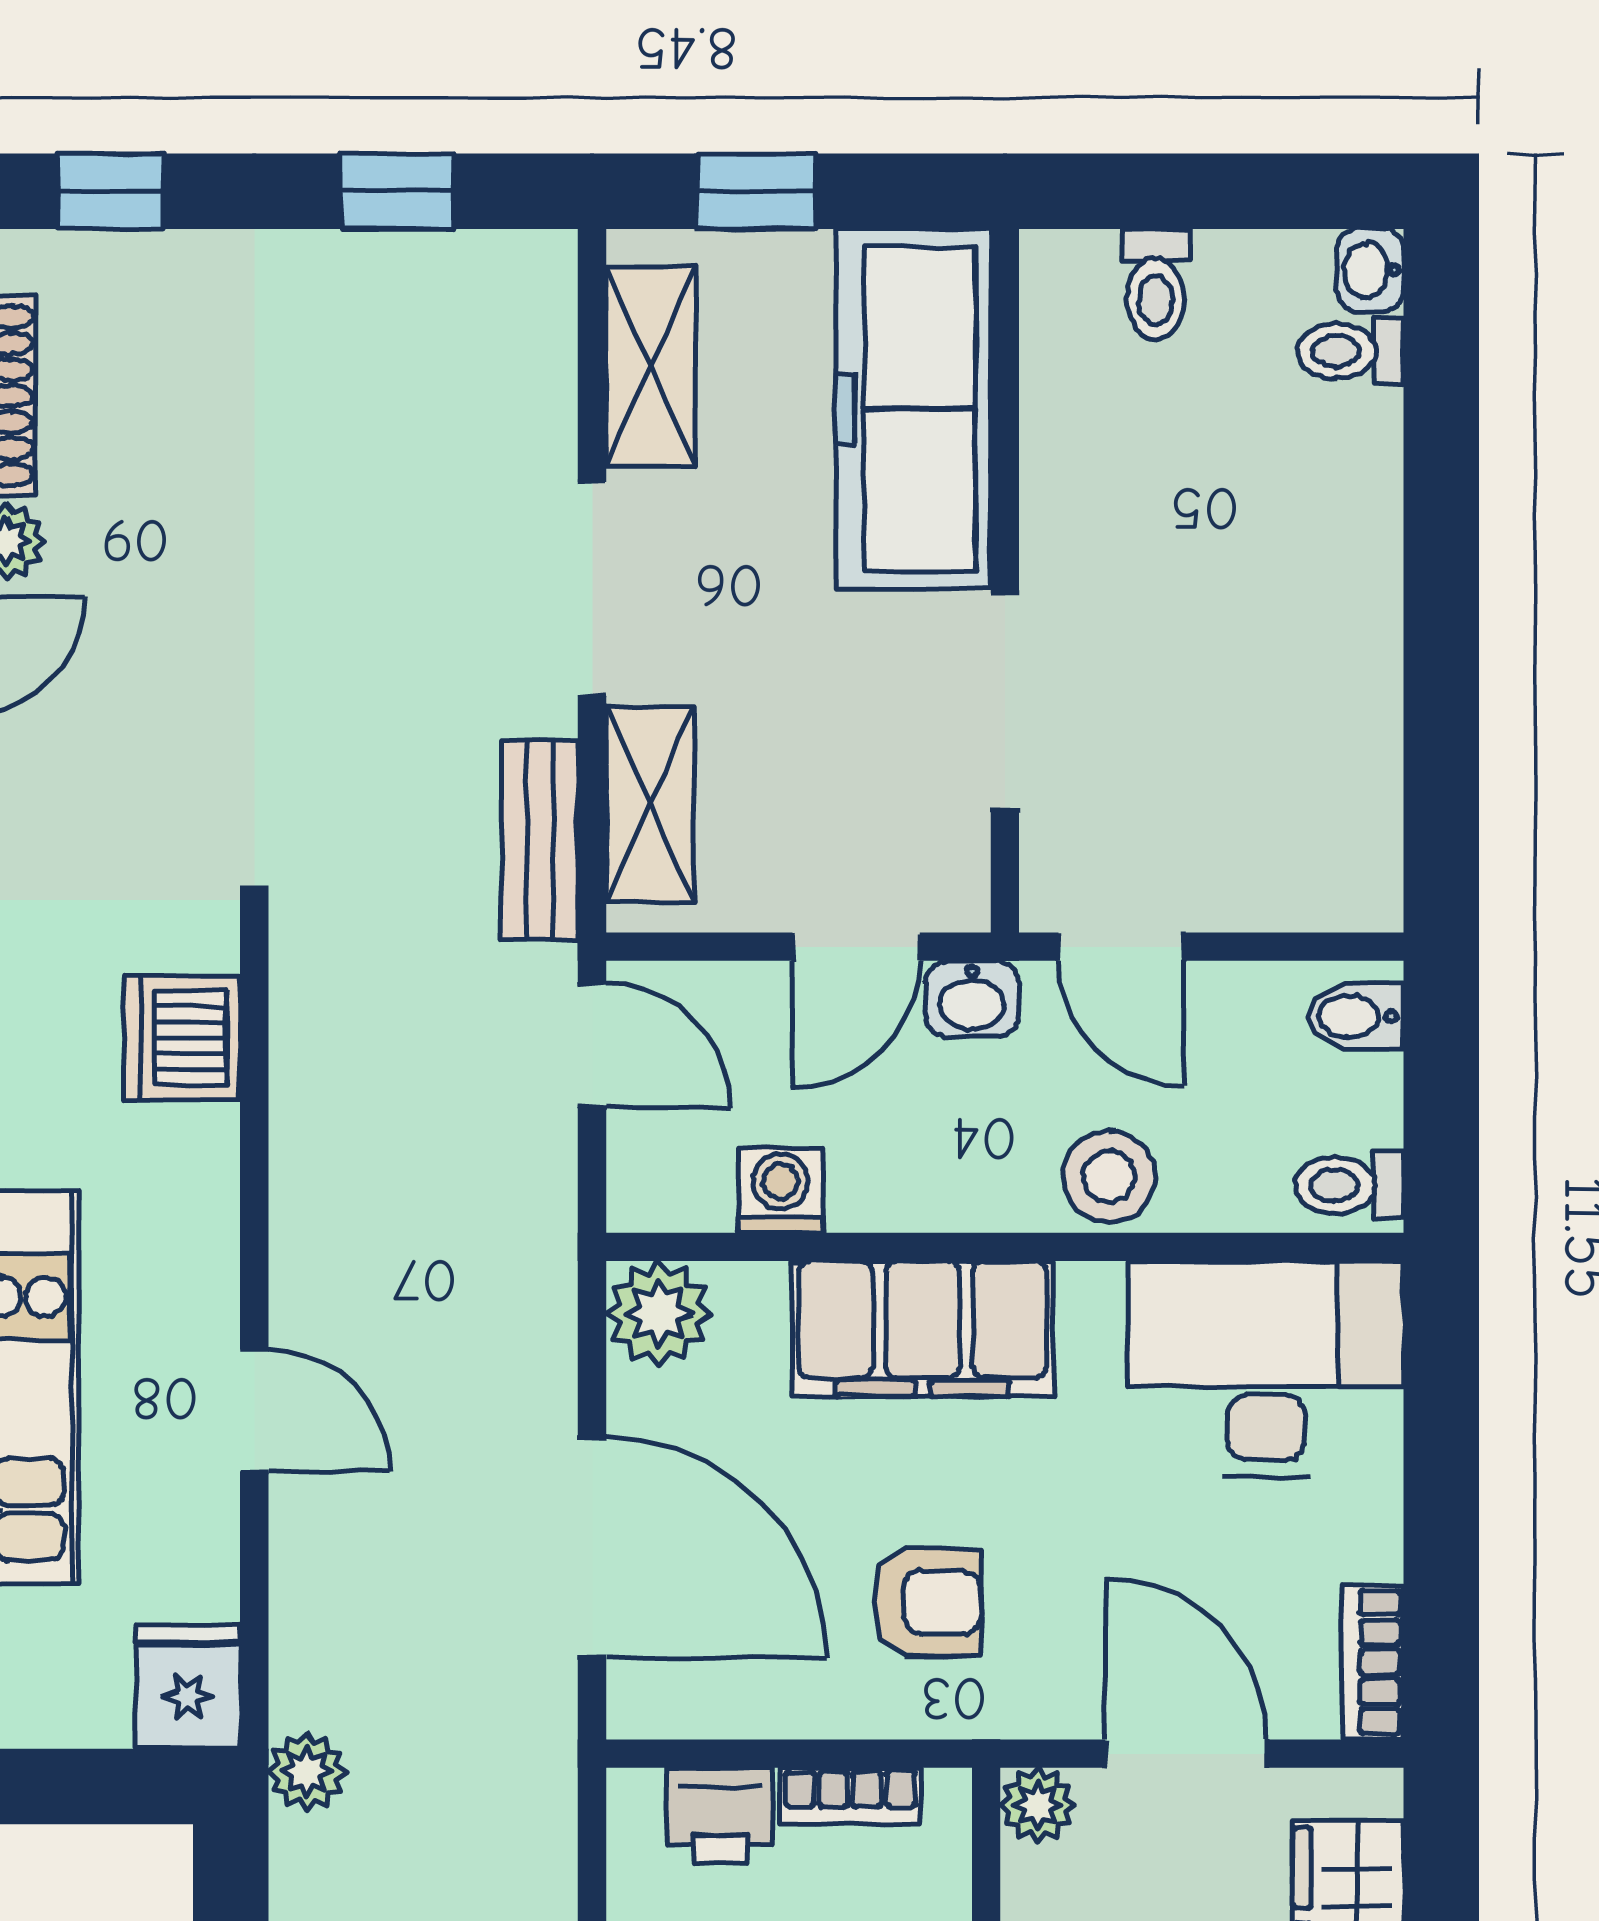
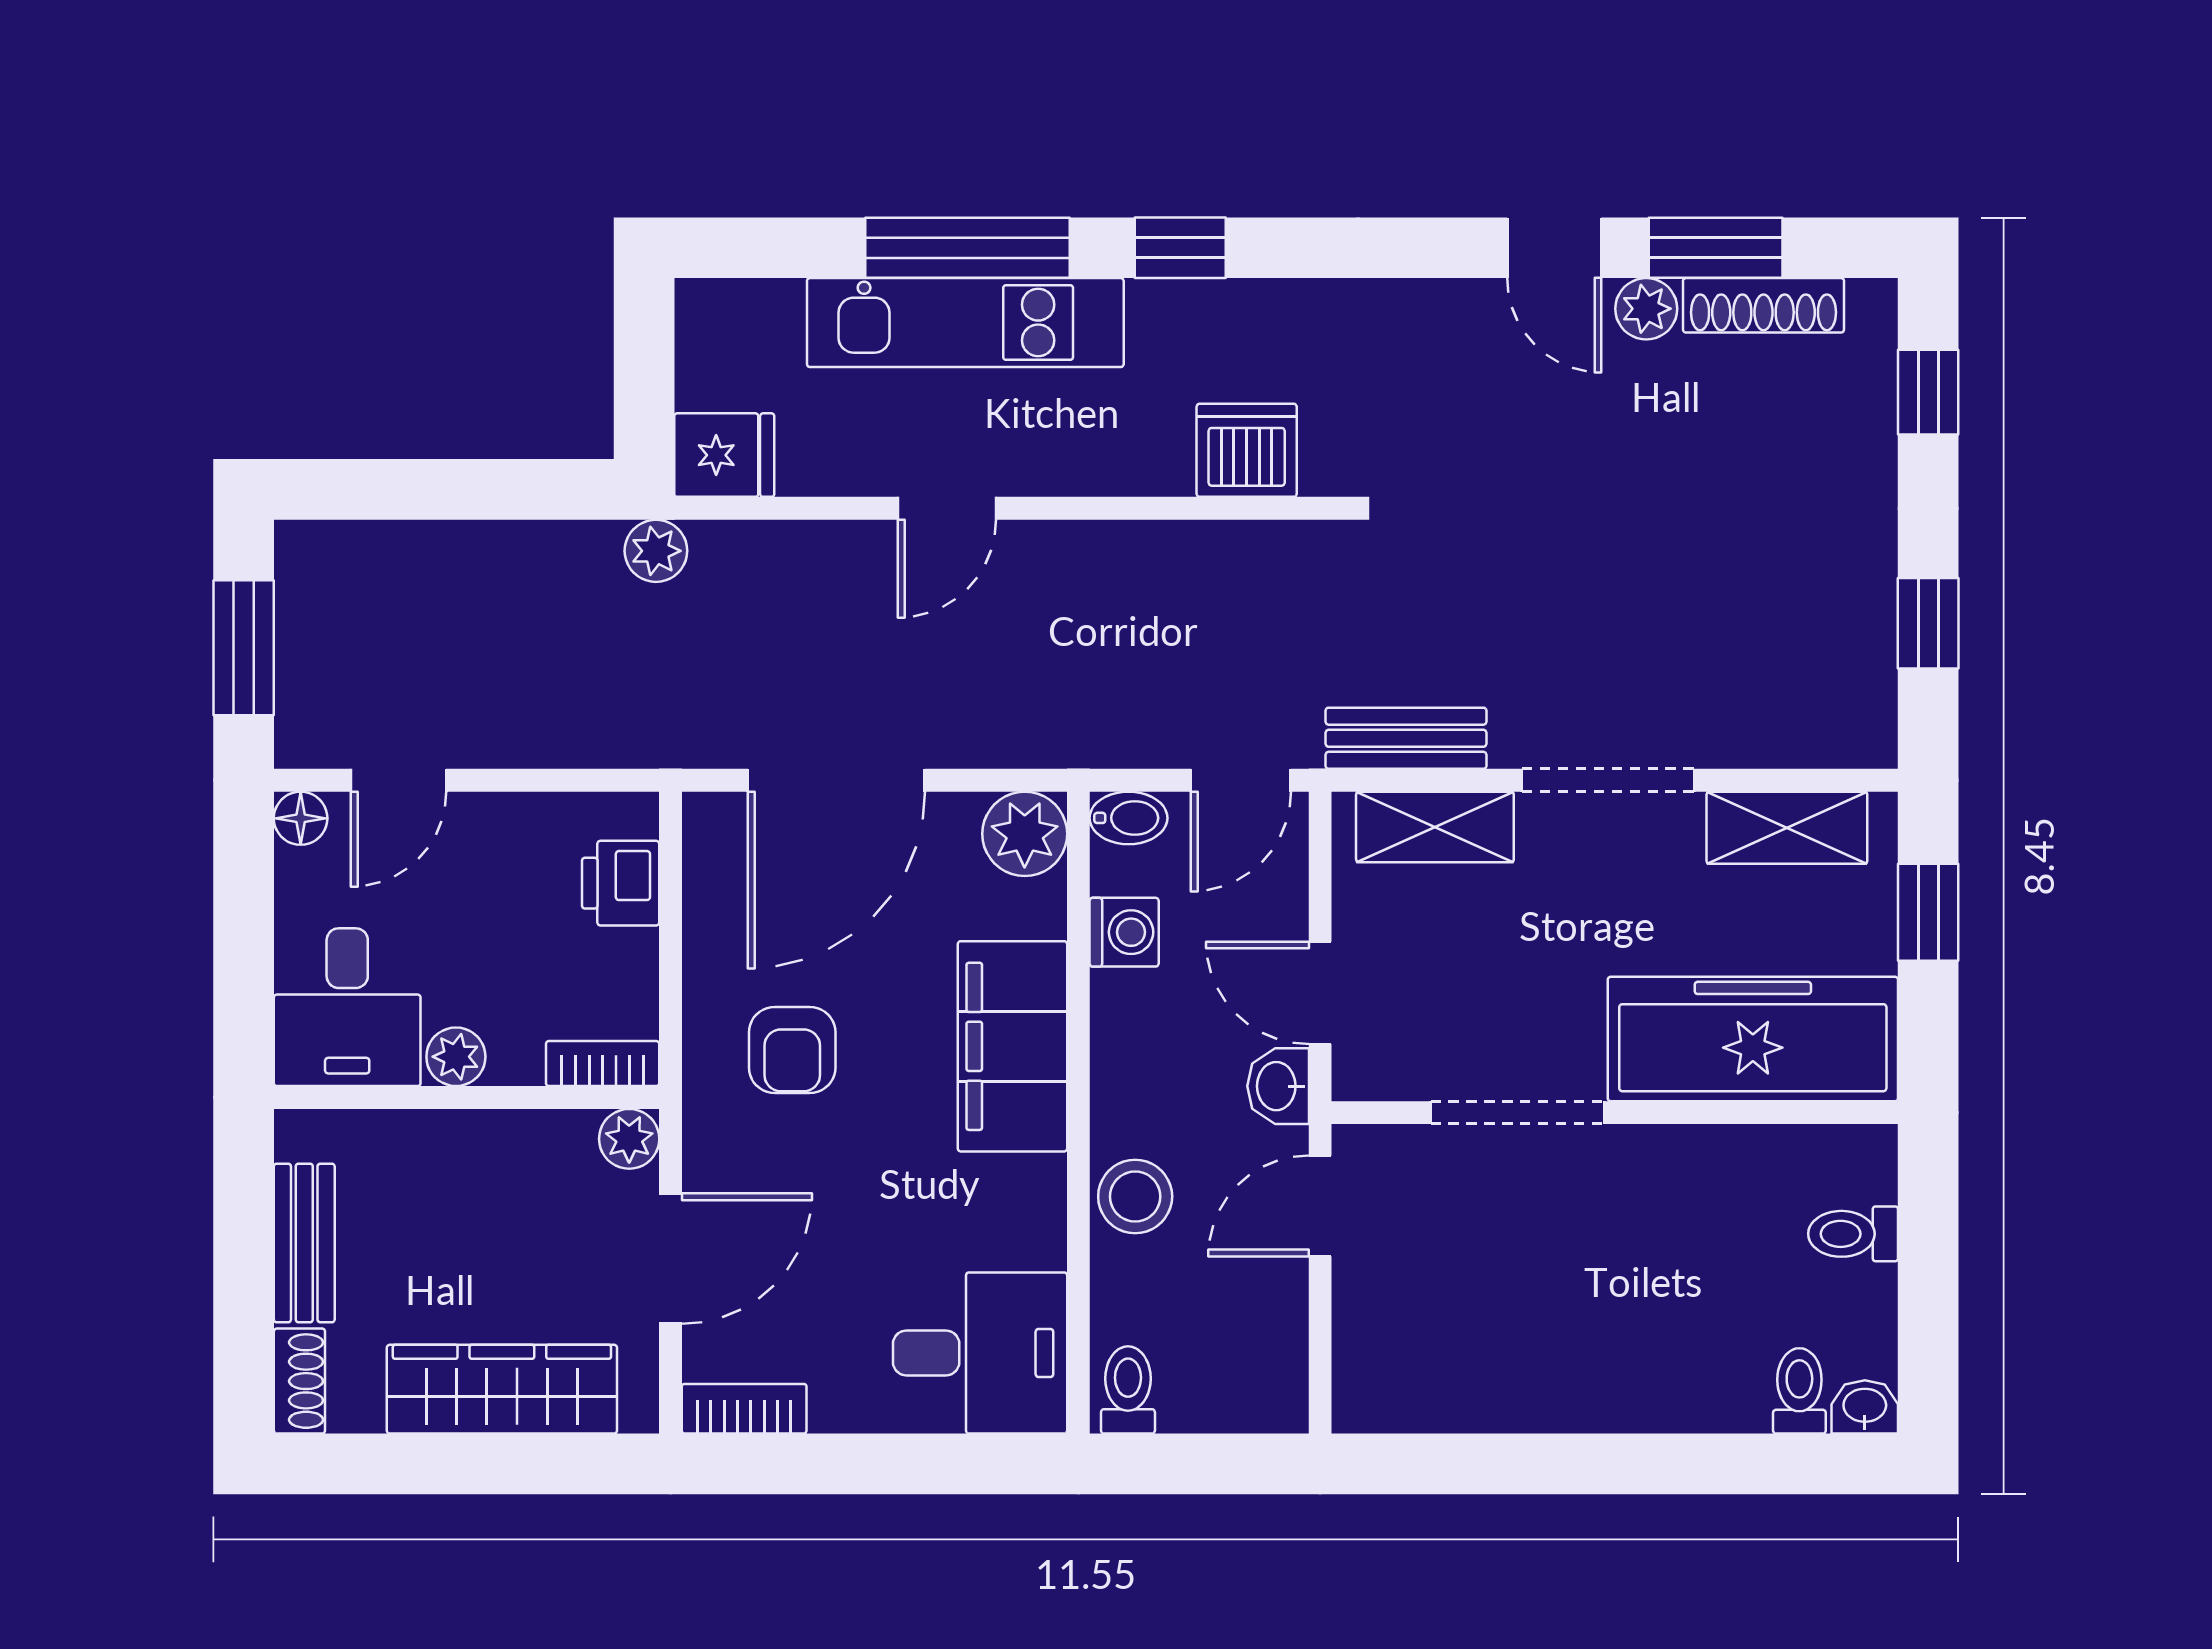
bidet: (1355, 1016) -> (1129, 818), moved, turned 90
desk: (1266, 1369) -> (980, 1353), width x0.73
bookcase: (850, 1796) -> (603, 1064), moved, turned 90

